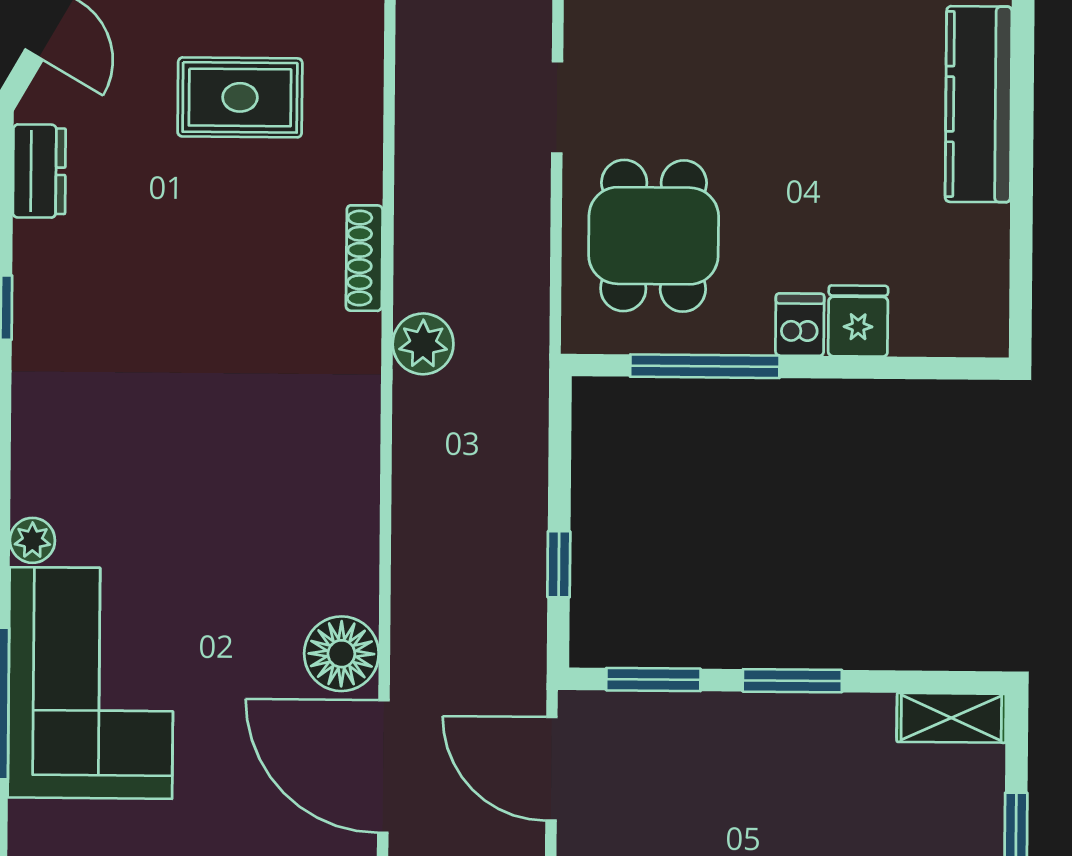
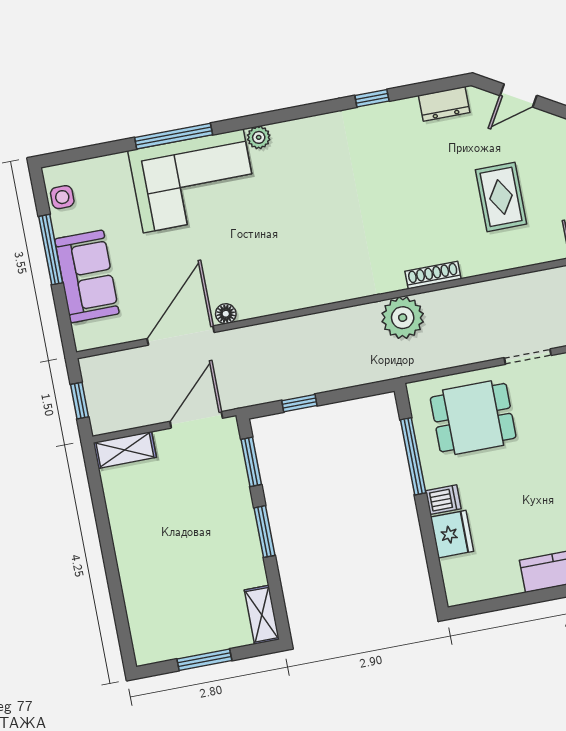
fridge: (858, 321) -> (452, 534), width x1.38
plant: (423, 344) -> (403, 318), width x1.36, depth x1.36
floor lamp: (341, 654) -> (226, 314), width x0.53, depth x0.53

